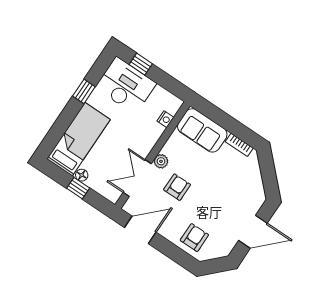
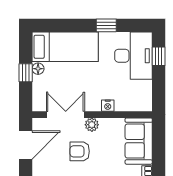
nightstand: (165, 119) -> (108, 106), moved
armchair: (177, 187) -> (80, 151), turned 180
door: (140, 230) -> (26, 145), hinge flipped

